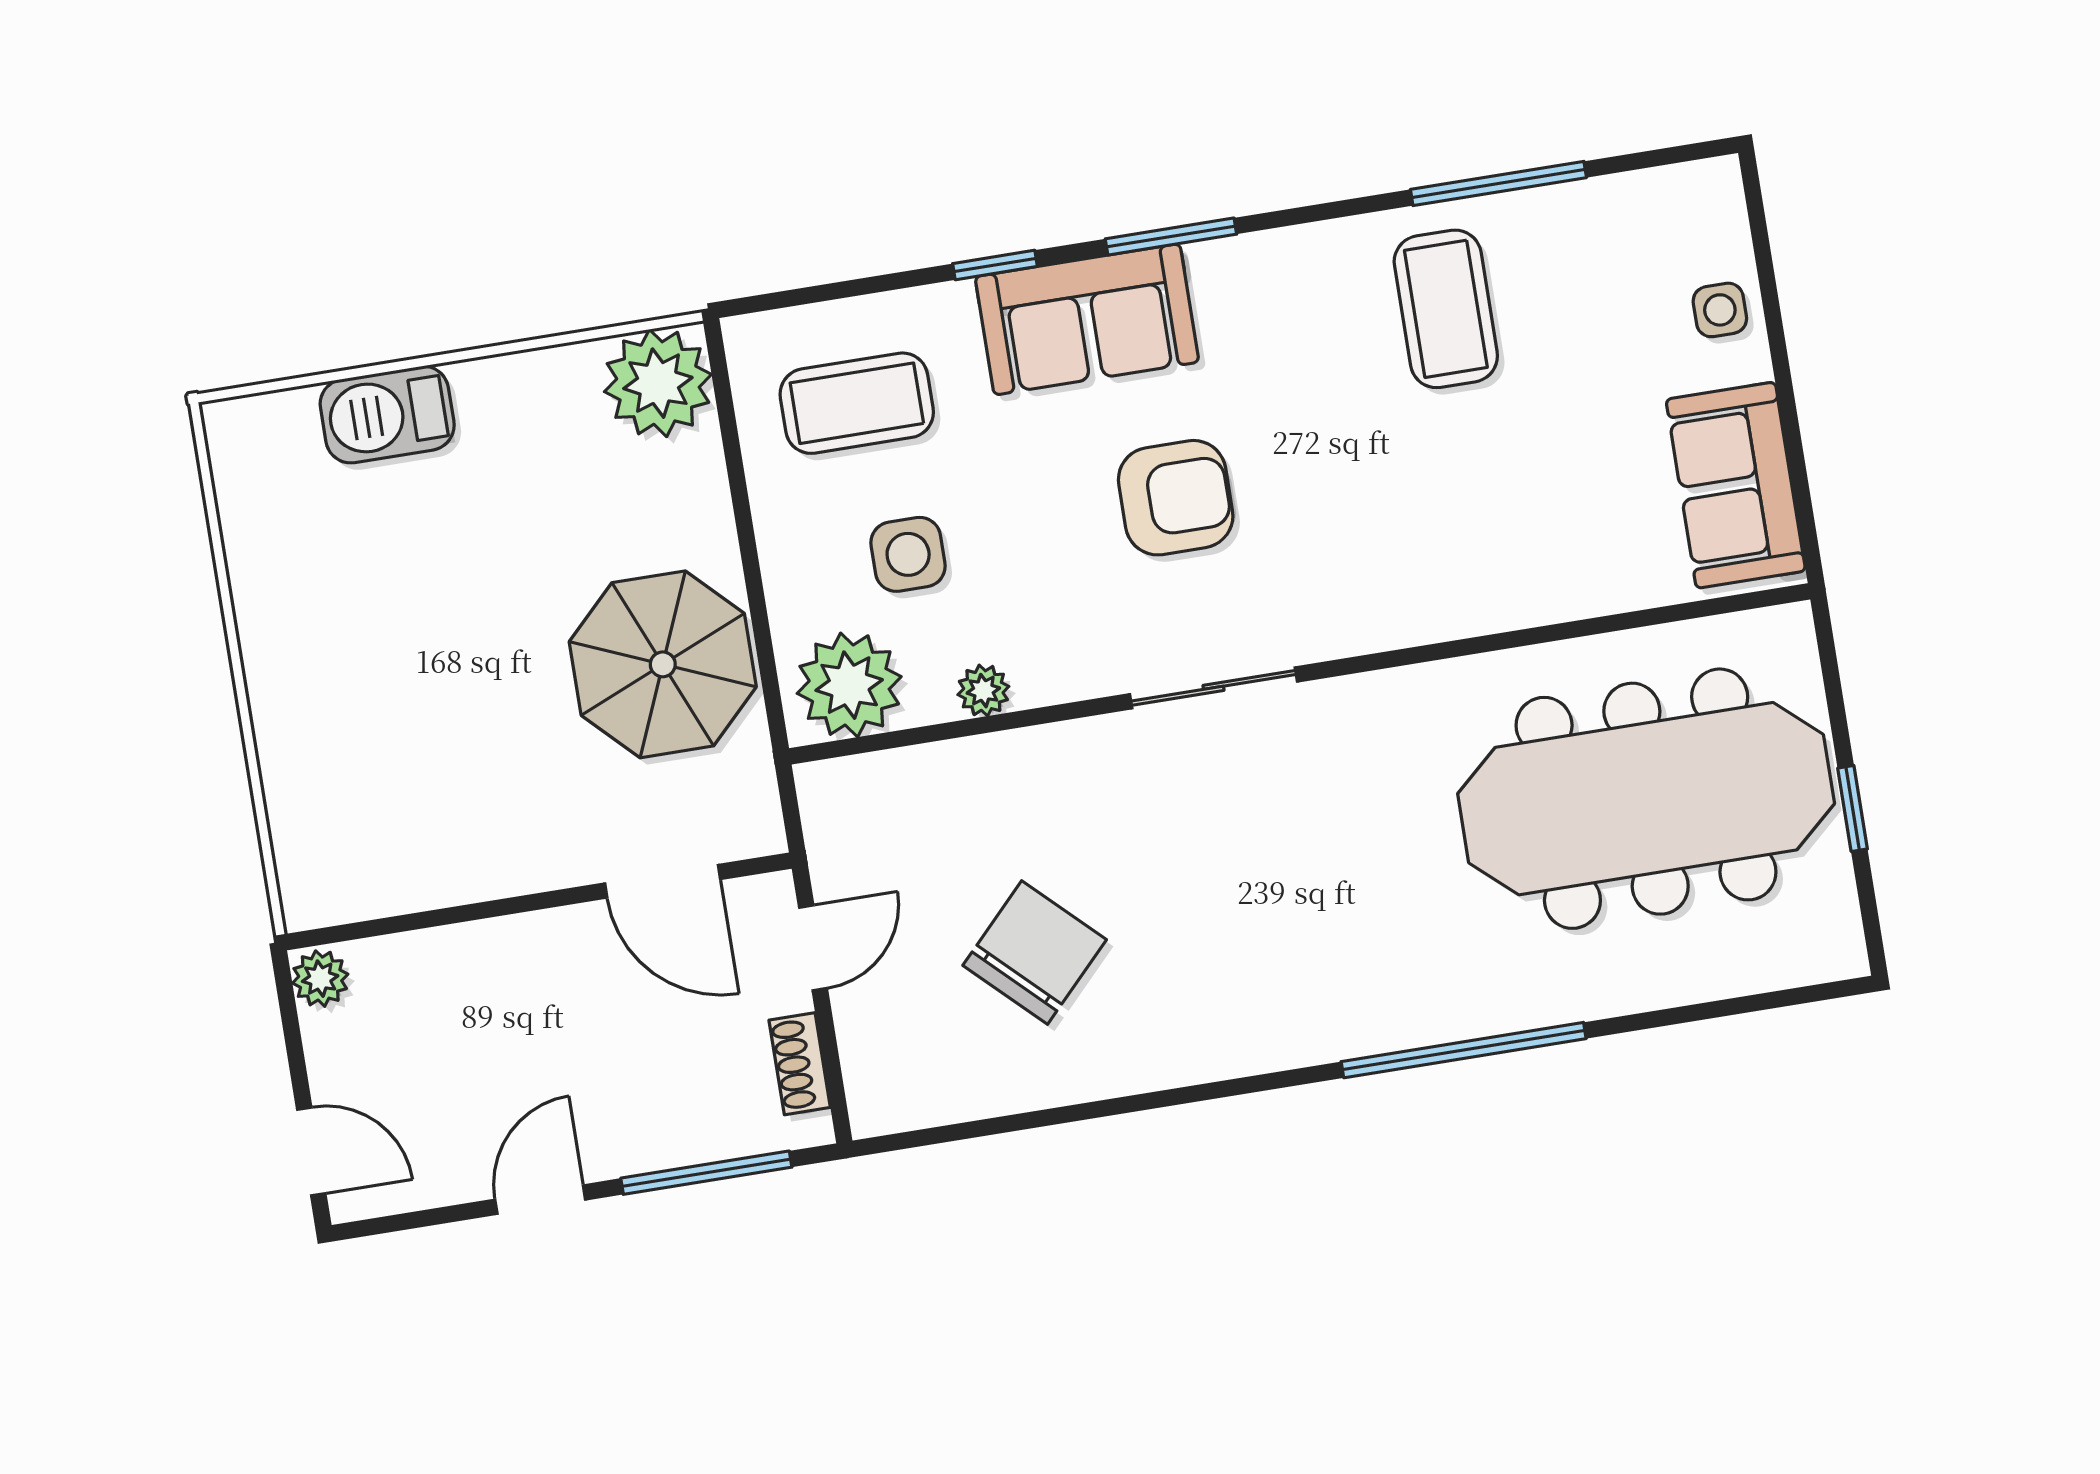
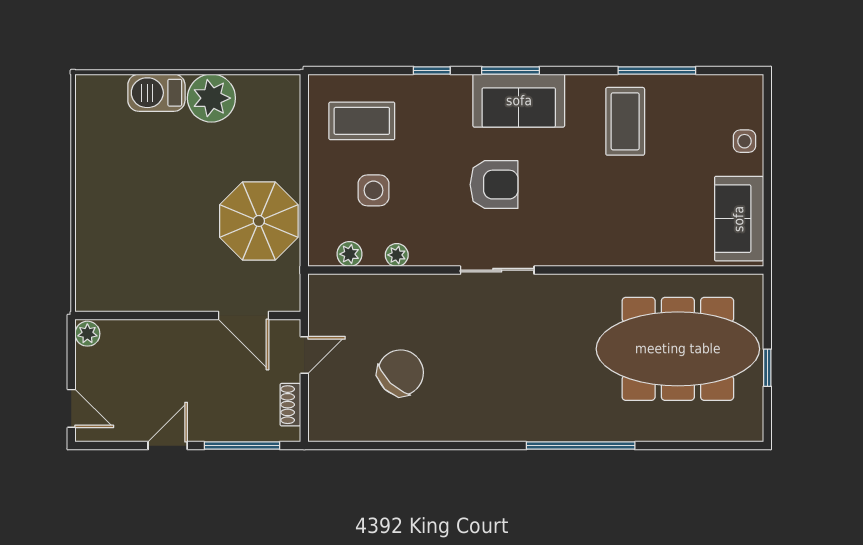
sofa: (1087, 319) -> (519, 101), moved
plant: (658, 383) -> (211, 98), moved
plant: (849, 685) -> (350, 254), width x0.53, depth x0.53

